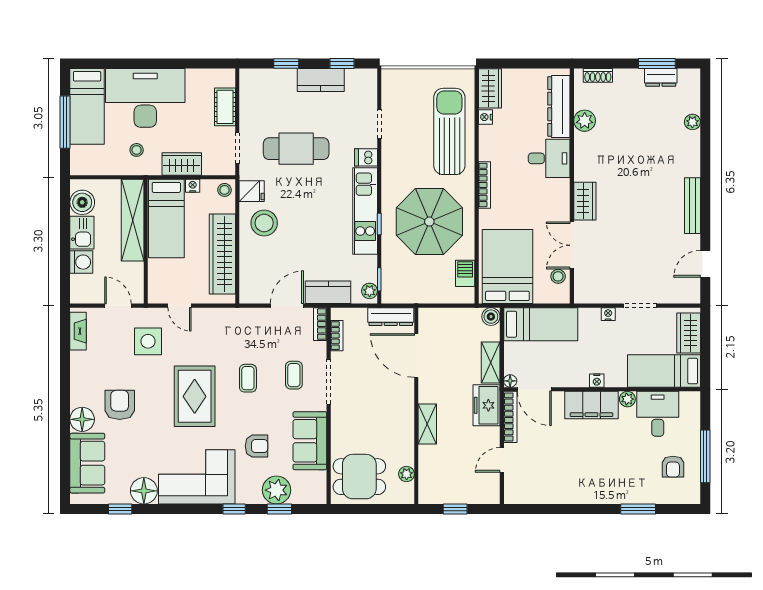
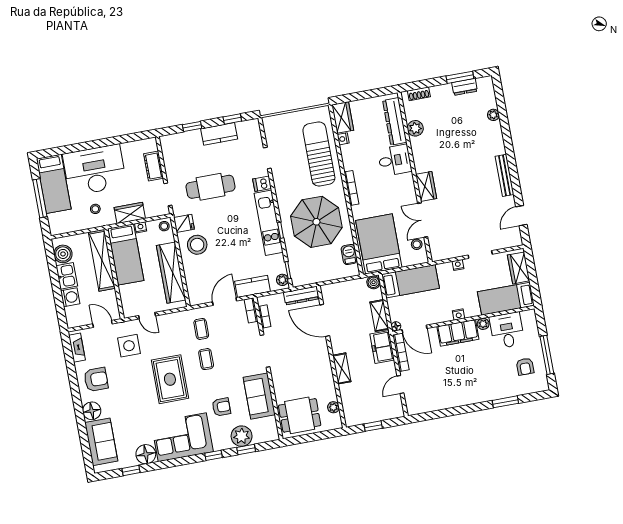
coffee table: (294, 375) -> (201, 329), moved
armchair: (120, 405) -> (96, 379), moved, turned 90

